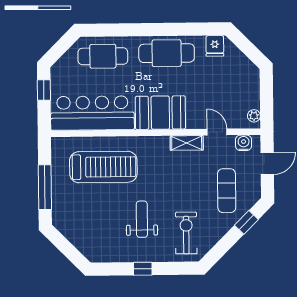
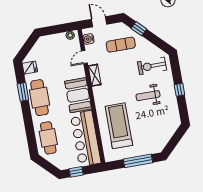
window: (179, 29) -> (23, 92), added

